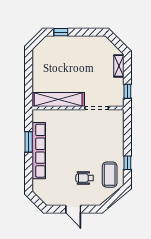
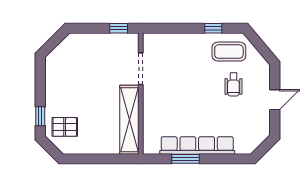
pallet: (53, 51) -> (65, 127), added
shelving: (119, 66) -> (85, 39), removed

